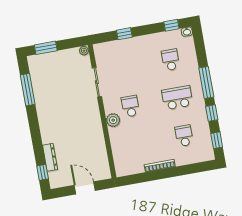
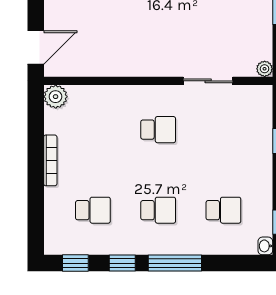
school desk: (177, 98) -> (158, 210), width x0.54
plant: (113, 120) -> (56, 97), moved
door: (85, 188) -> (36, 47), moved

